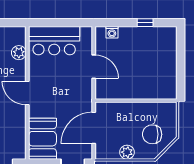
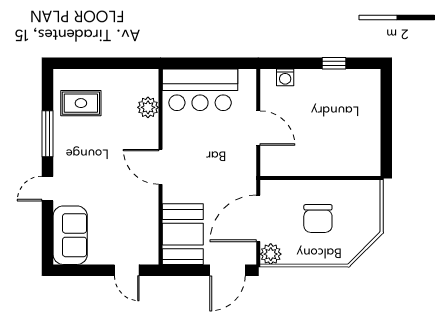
chair: (152, 134) -> (318, 219), moved, turned -90
plant: (127, 152) -> (271, 254), moved

